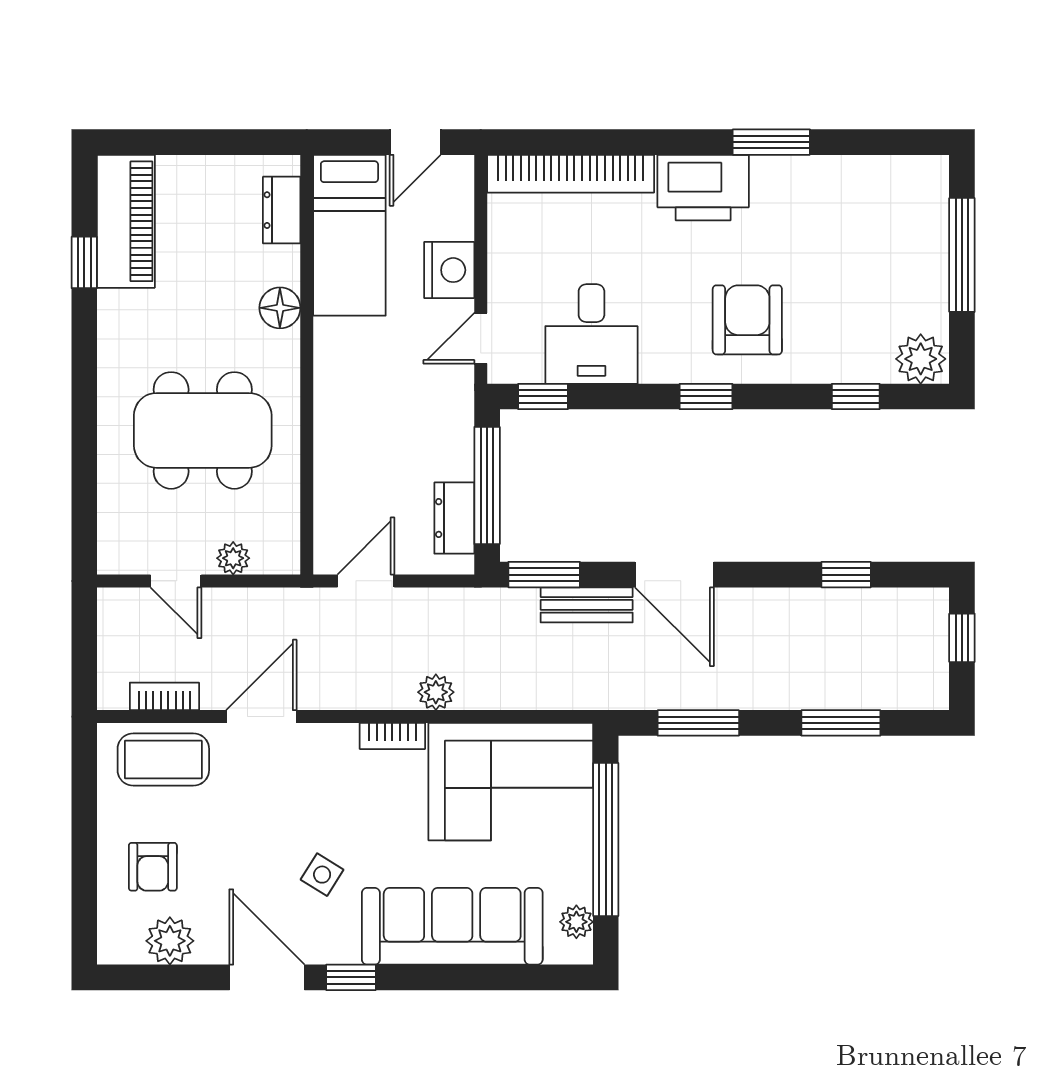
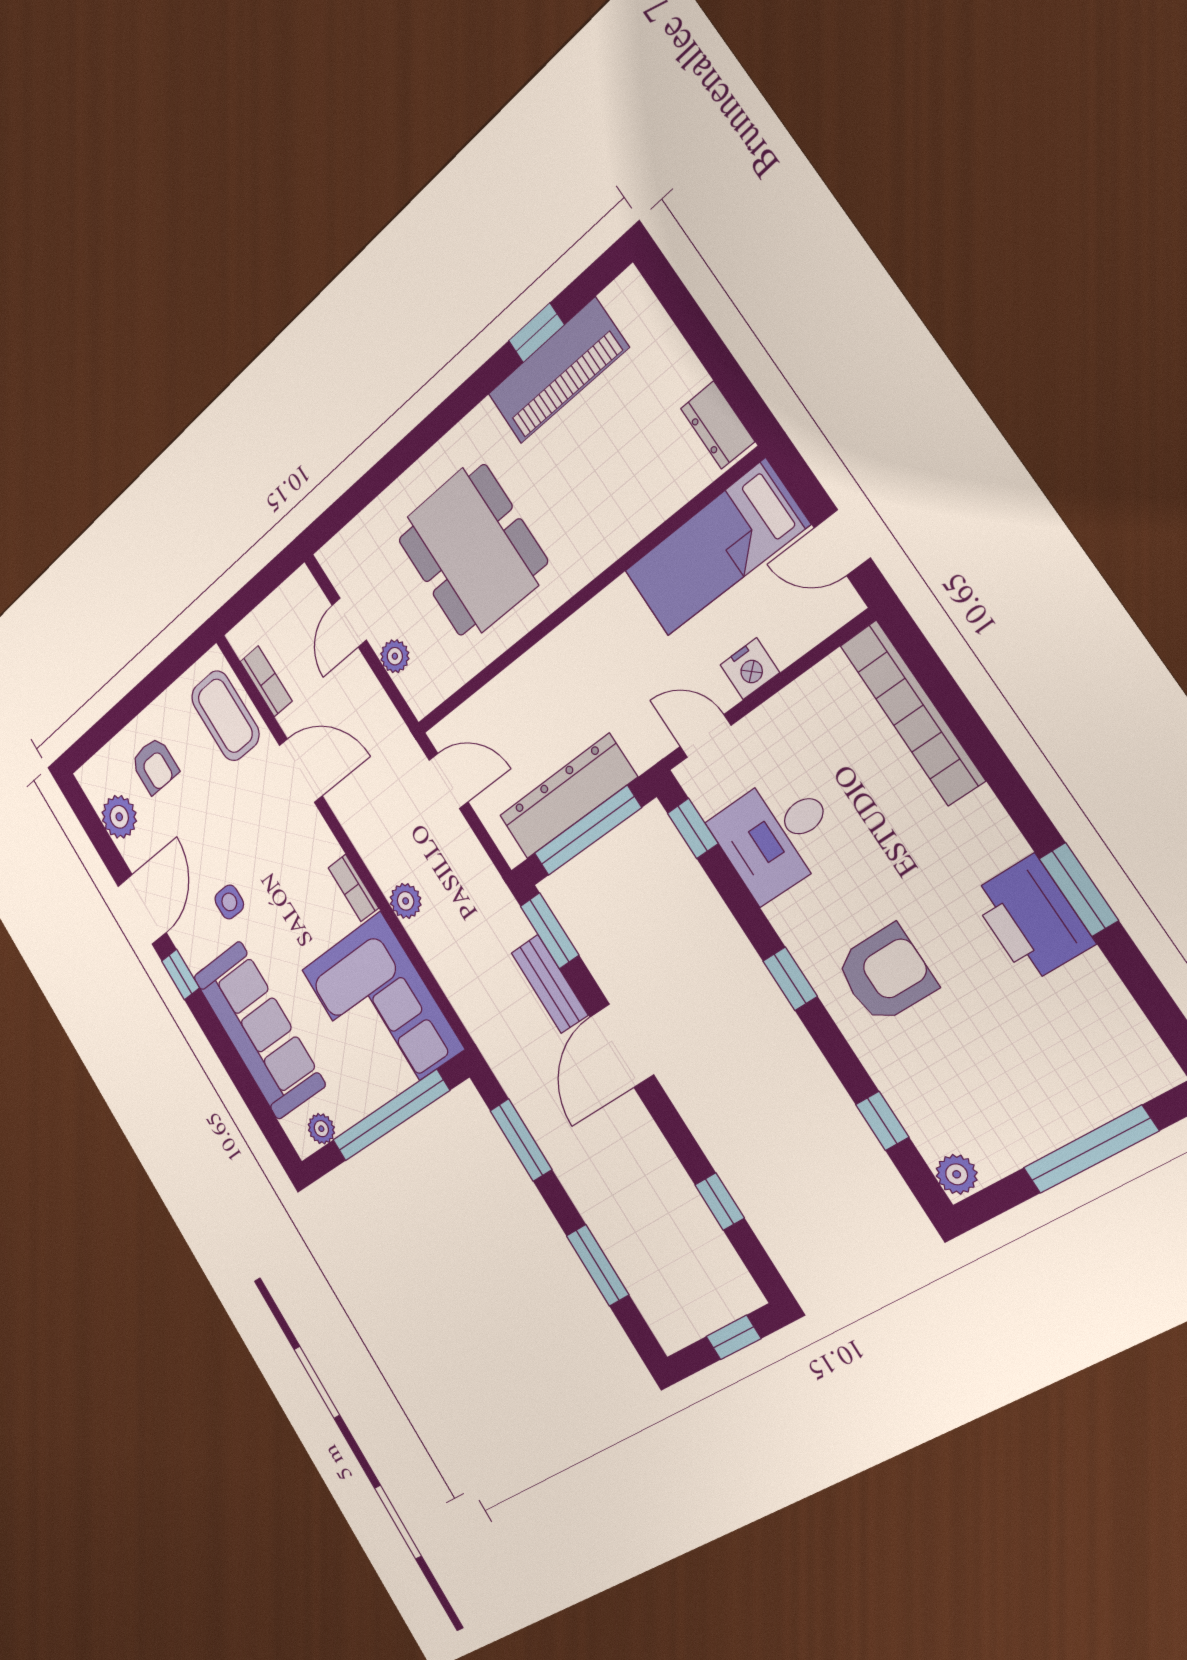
printer: (703, 188) -> (1032, 919), moved
dresser: (282, 210) -> (717, 425), moved, turned -90
piano: (126, 221) -> (558, 371), moved
nightstand: (449, 270) -> (750, 669), width x0.74, depth x0.75
floor lamp: (280, 308) -> (613, 536), removed
plant: (921, 359) -> (957, 1174), width x0.73, depth x0.73
dresser: (454, 518) -> (568, 797), width x1.96, depth x1.24
armchair: (153, 867) -> (155, 766), turned -90
side table: (322, 875) -> (229, 902), turned -32

